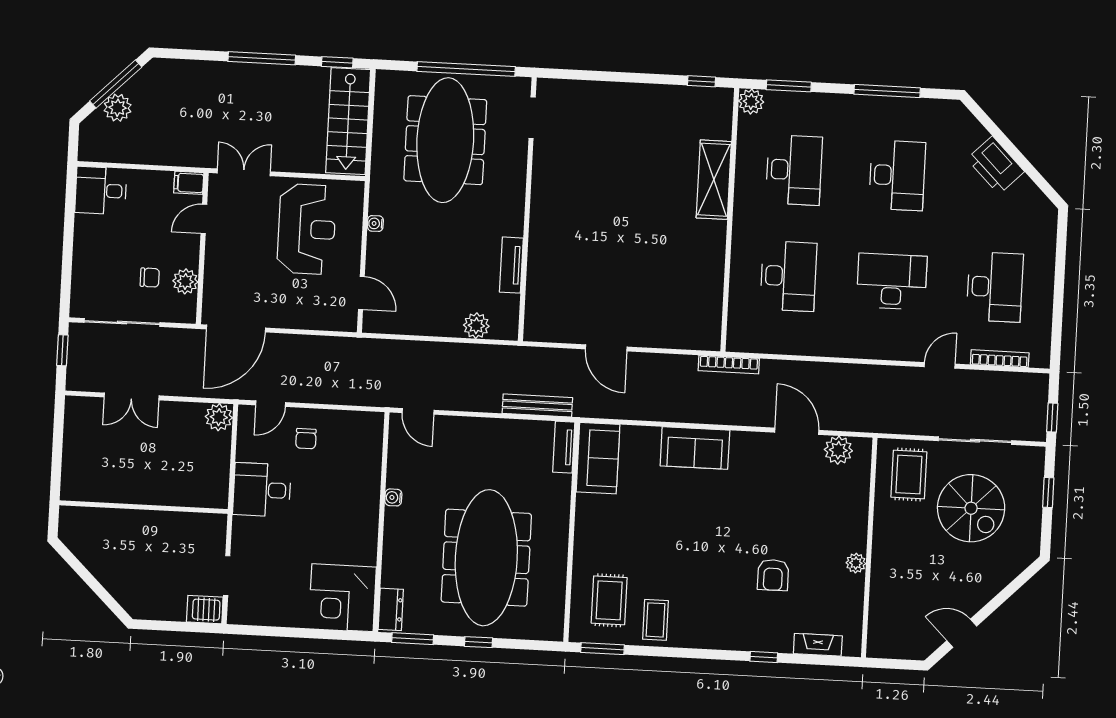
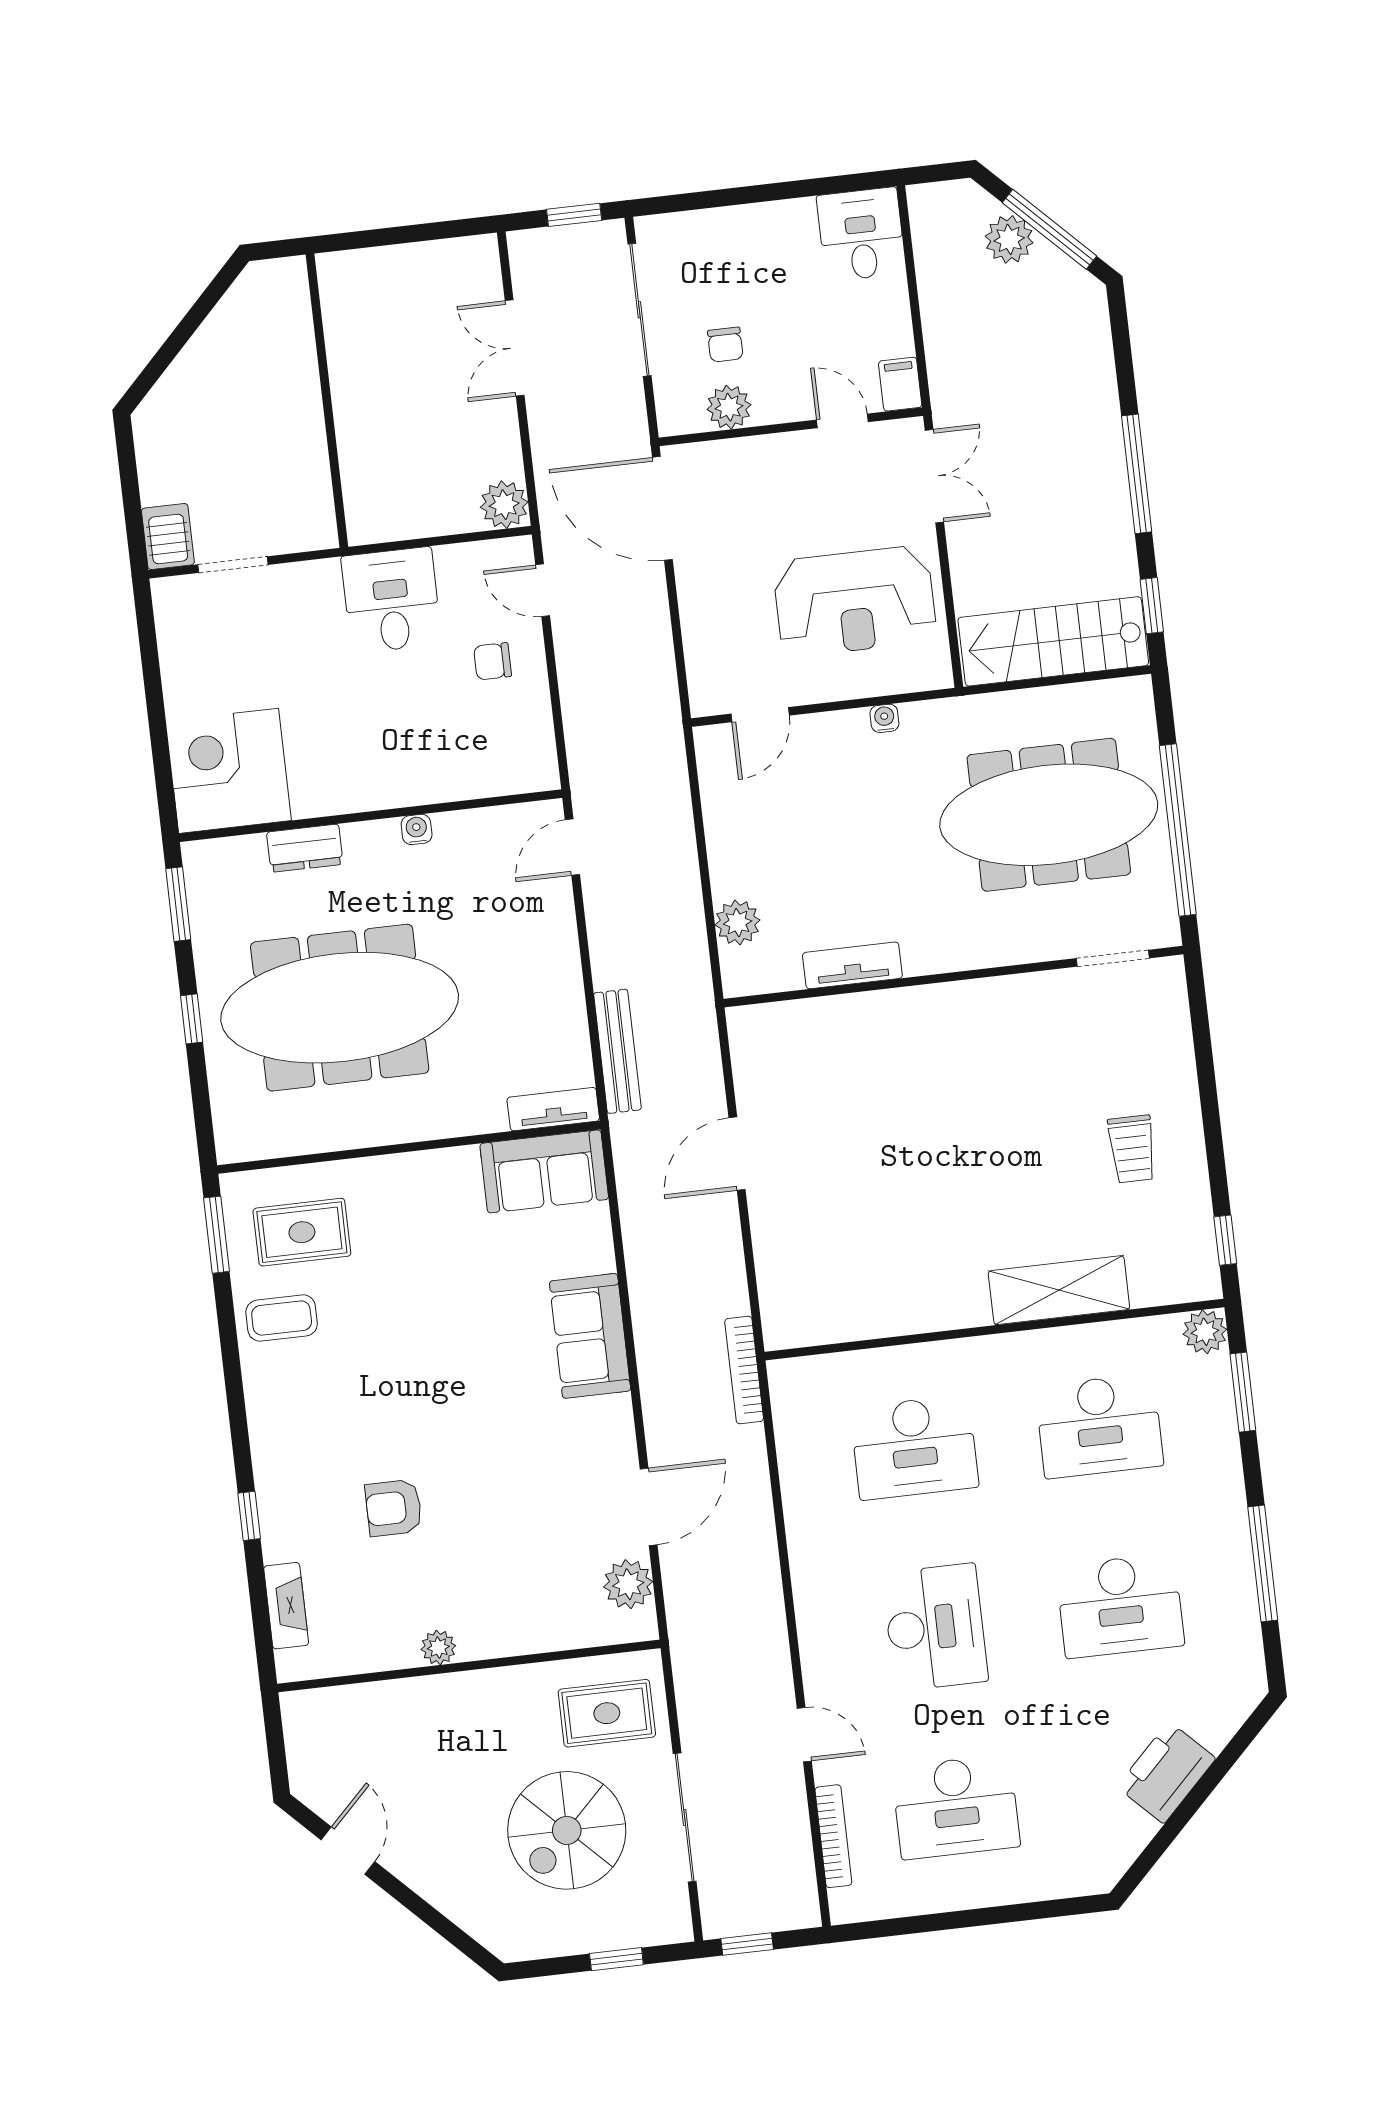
trolley: (641, 125) -> (1132, 1149), added
dresser: (391, 609) -> (305, 848), moved

